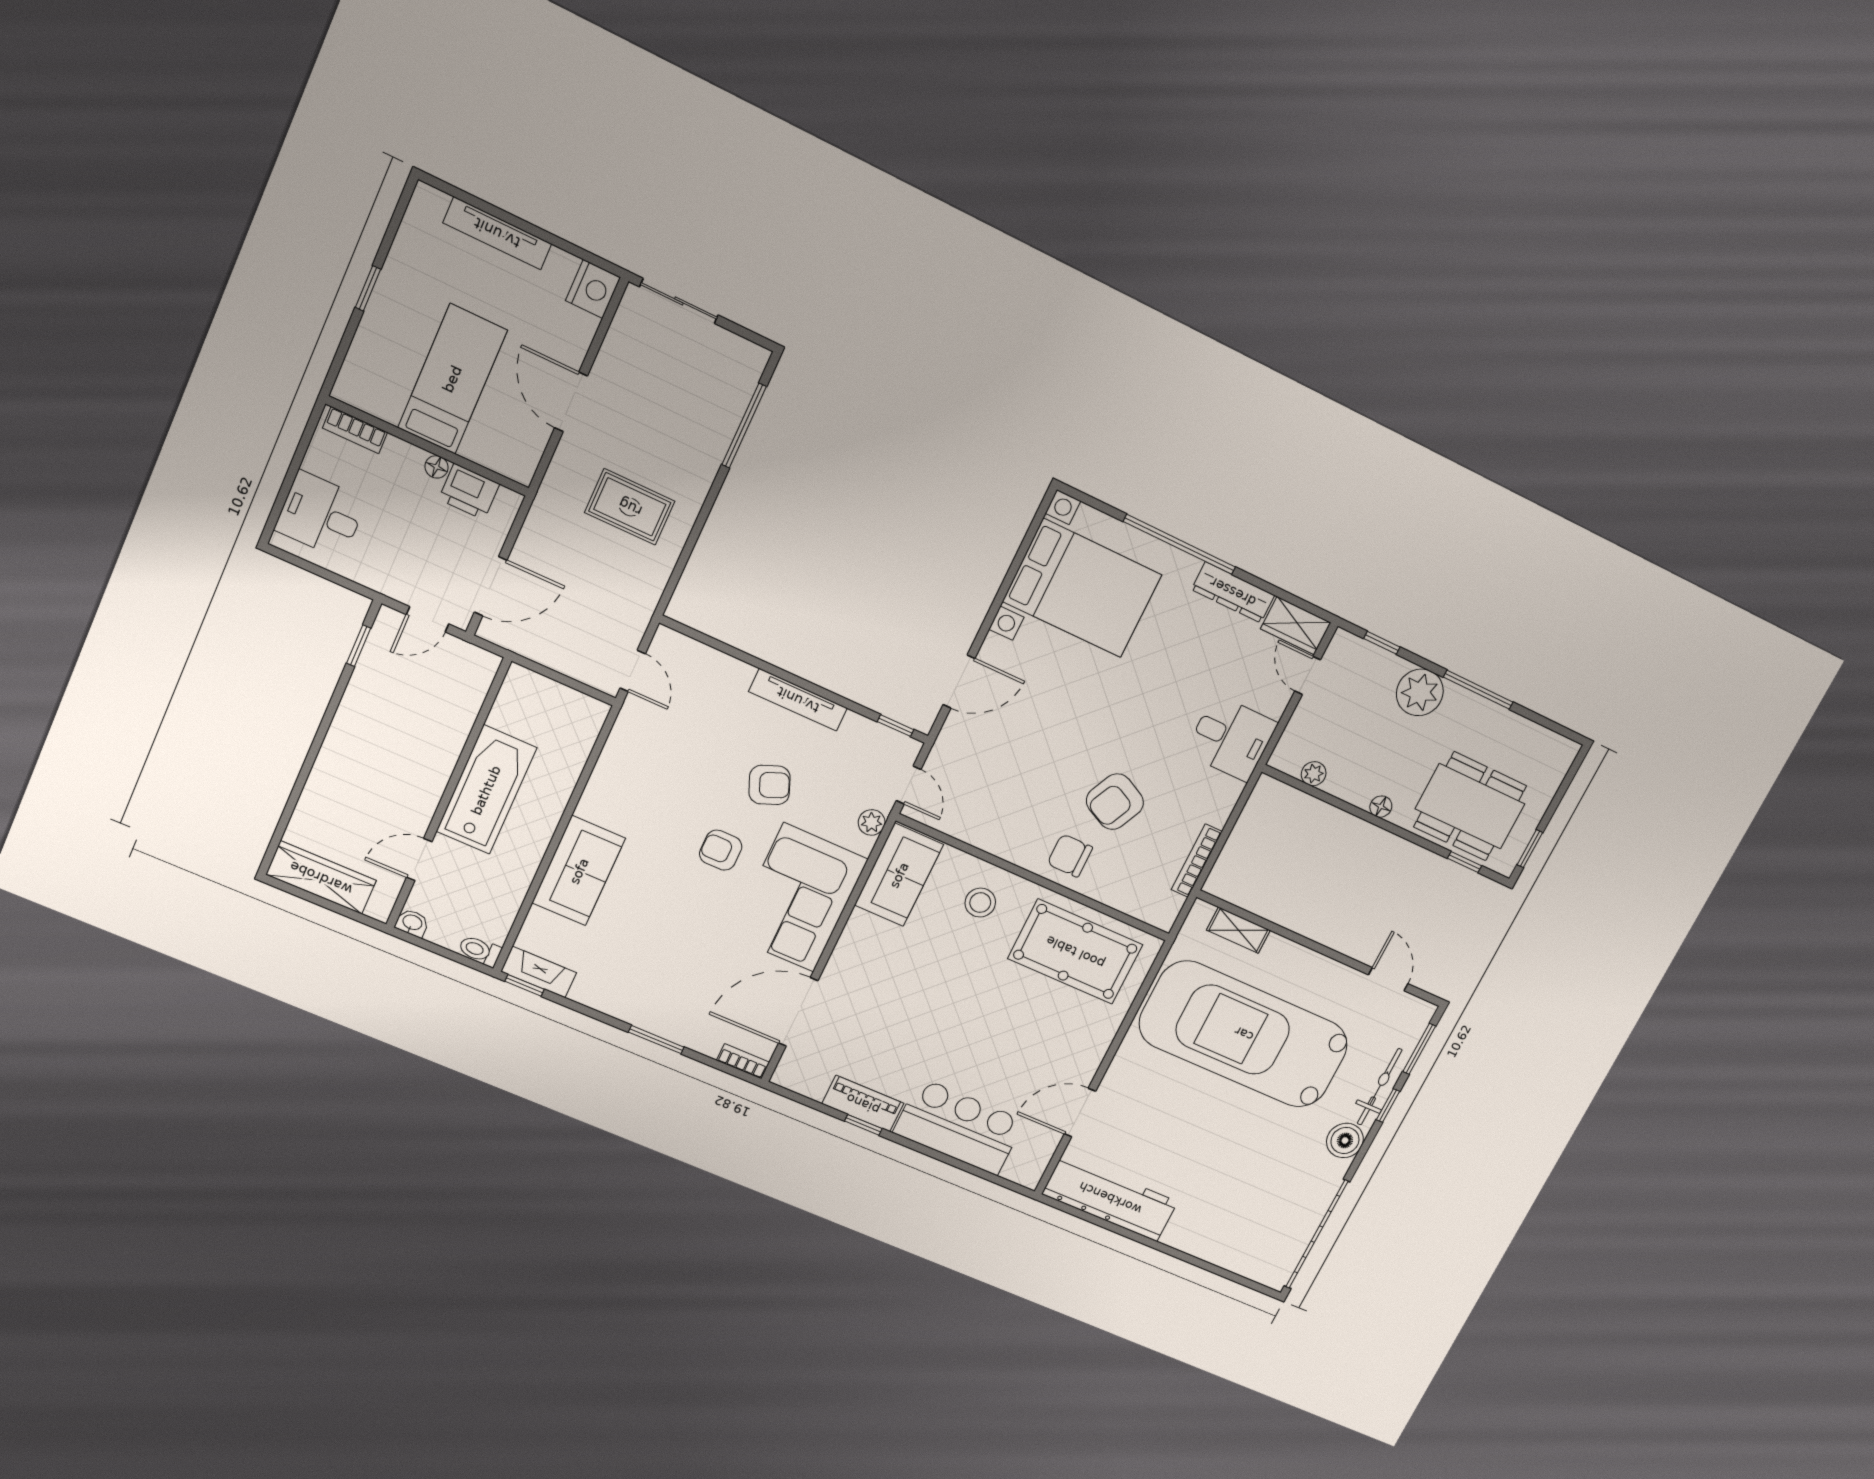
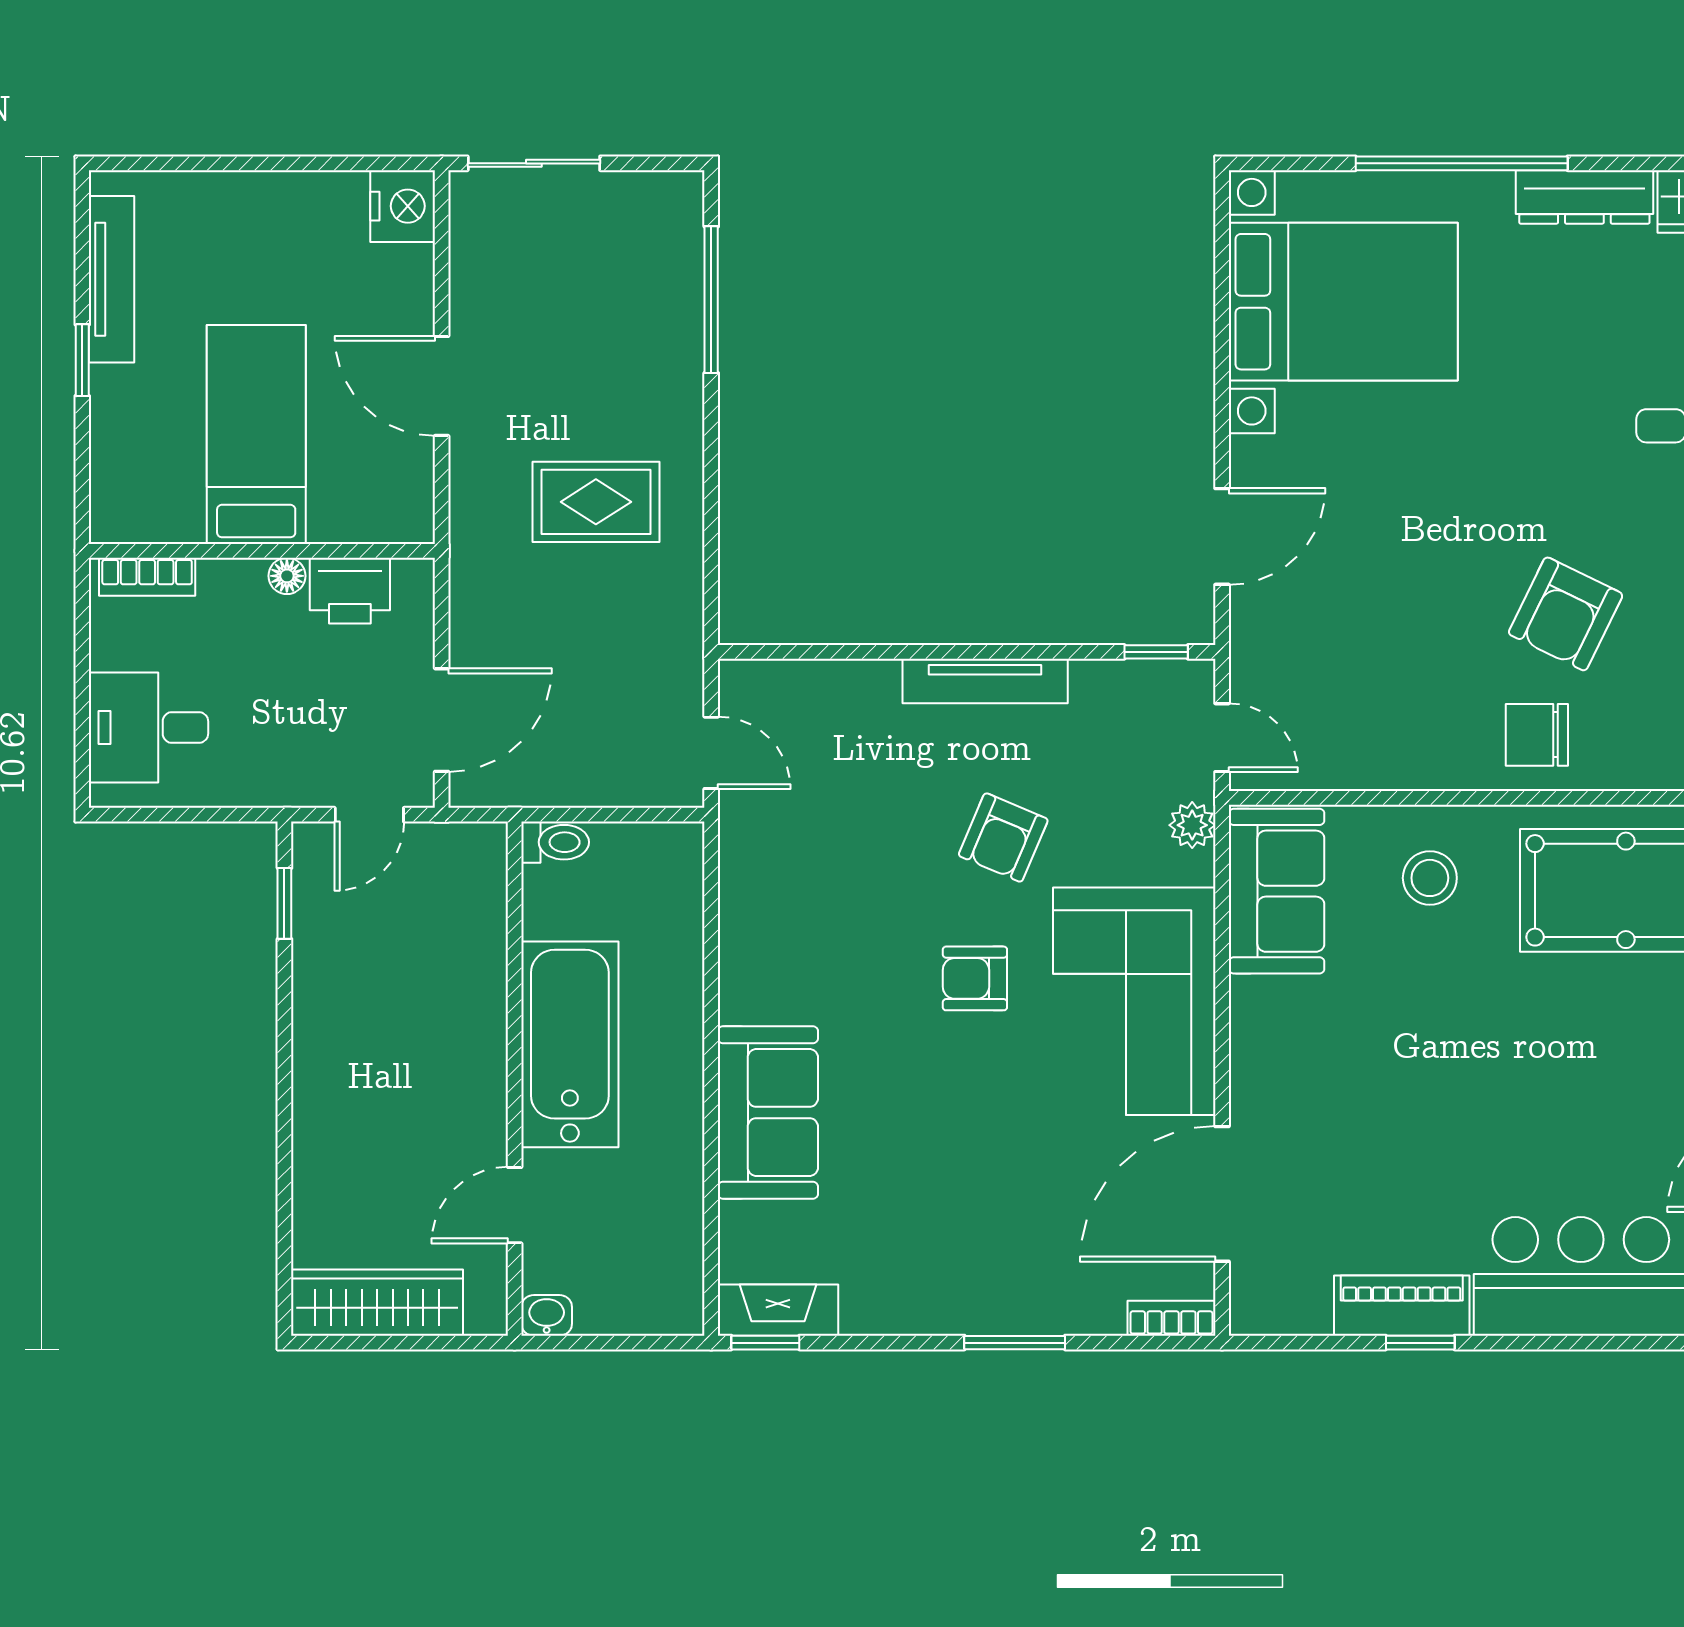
tv unit: (497, 233) -> (112, 279), moved, turned -90
armchair: (769, 785) -> (1003, 837), turned 135
toilet: (480, 951) -> (555, 842), moved, turned 180

